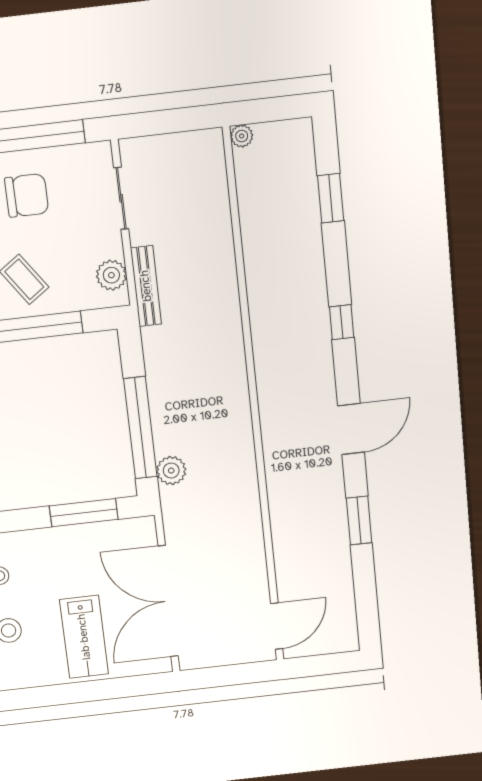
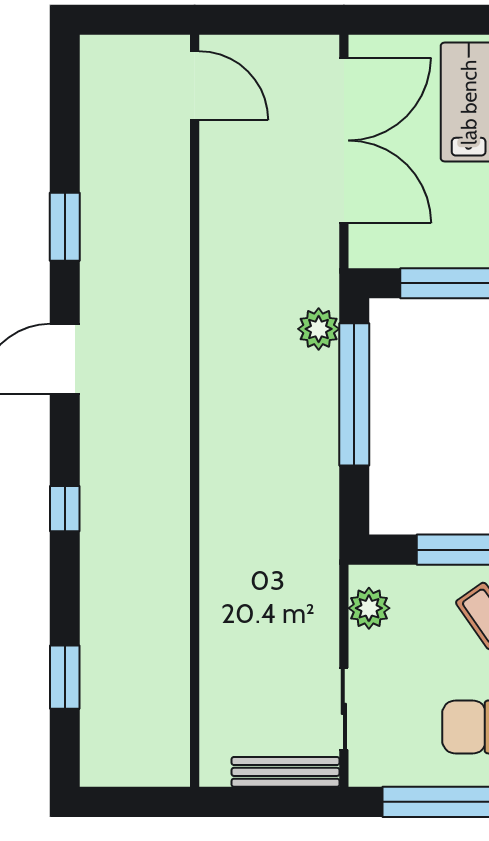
plant: (242, 136) -> (175, 772), removed
bench: (146, 286) -> (286, 772), moved, turned 90
door: (277, 626) -> (195, 86), swing flipped

